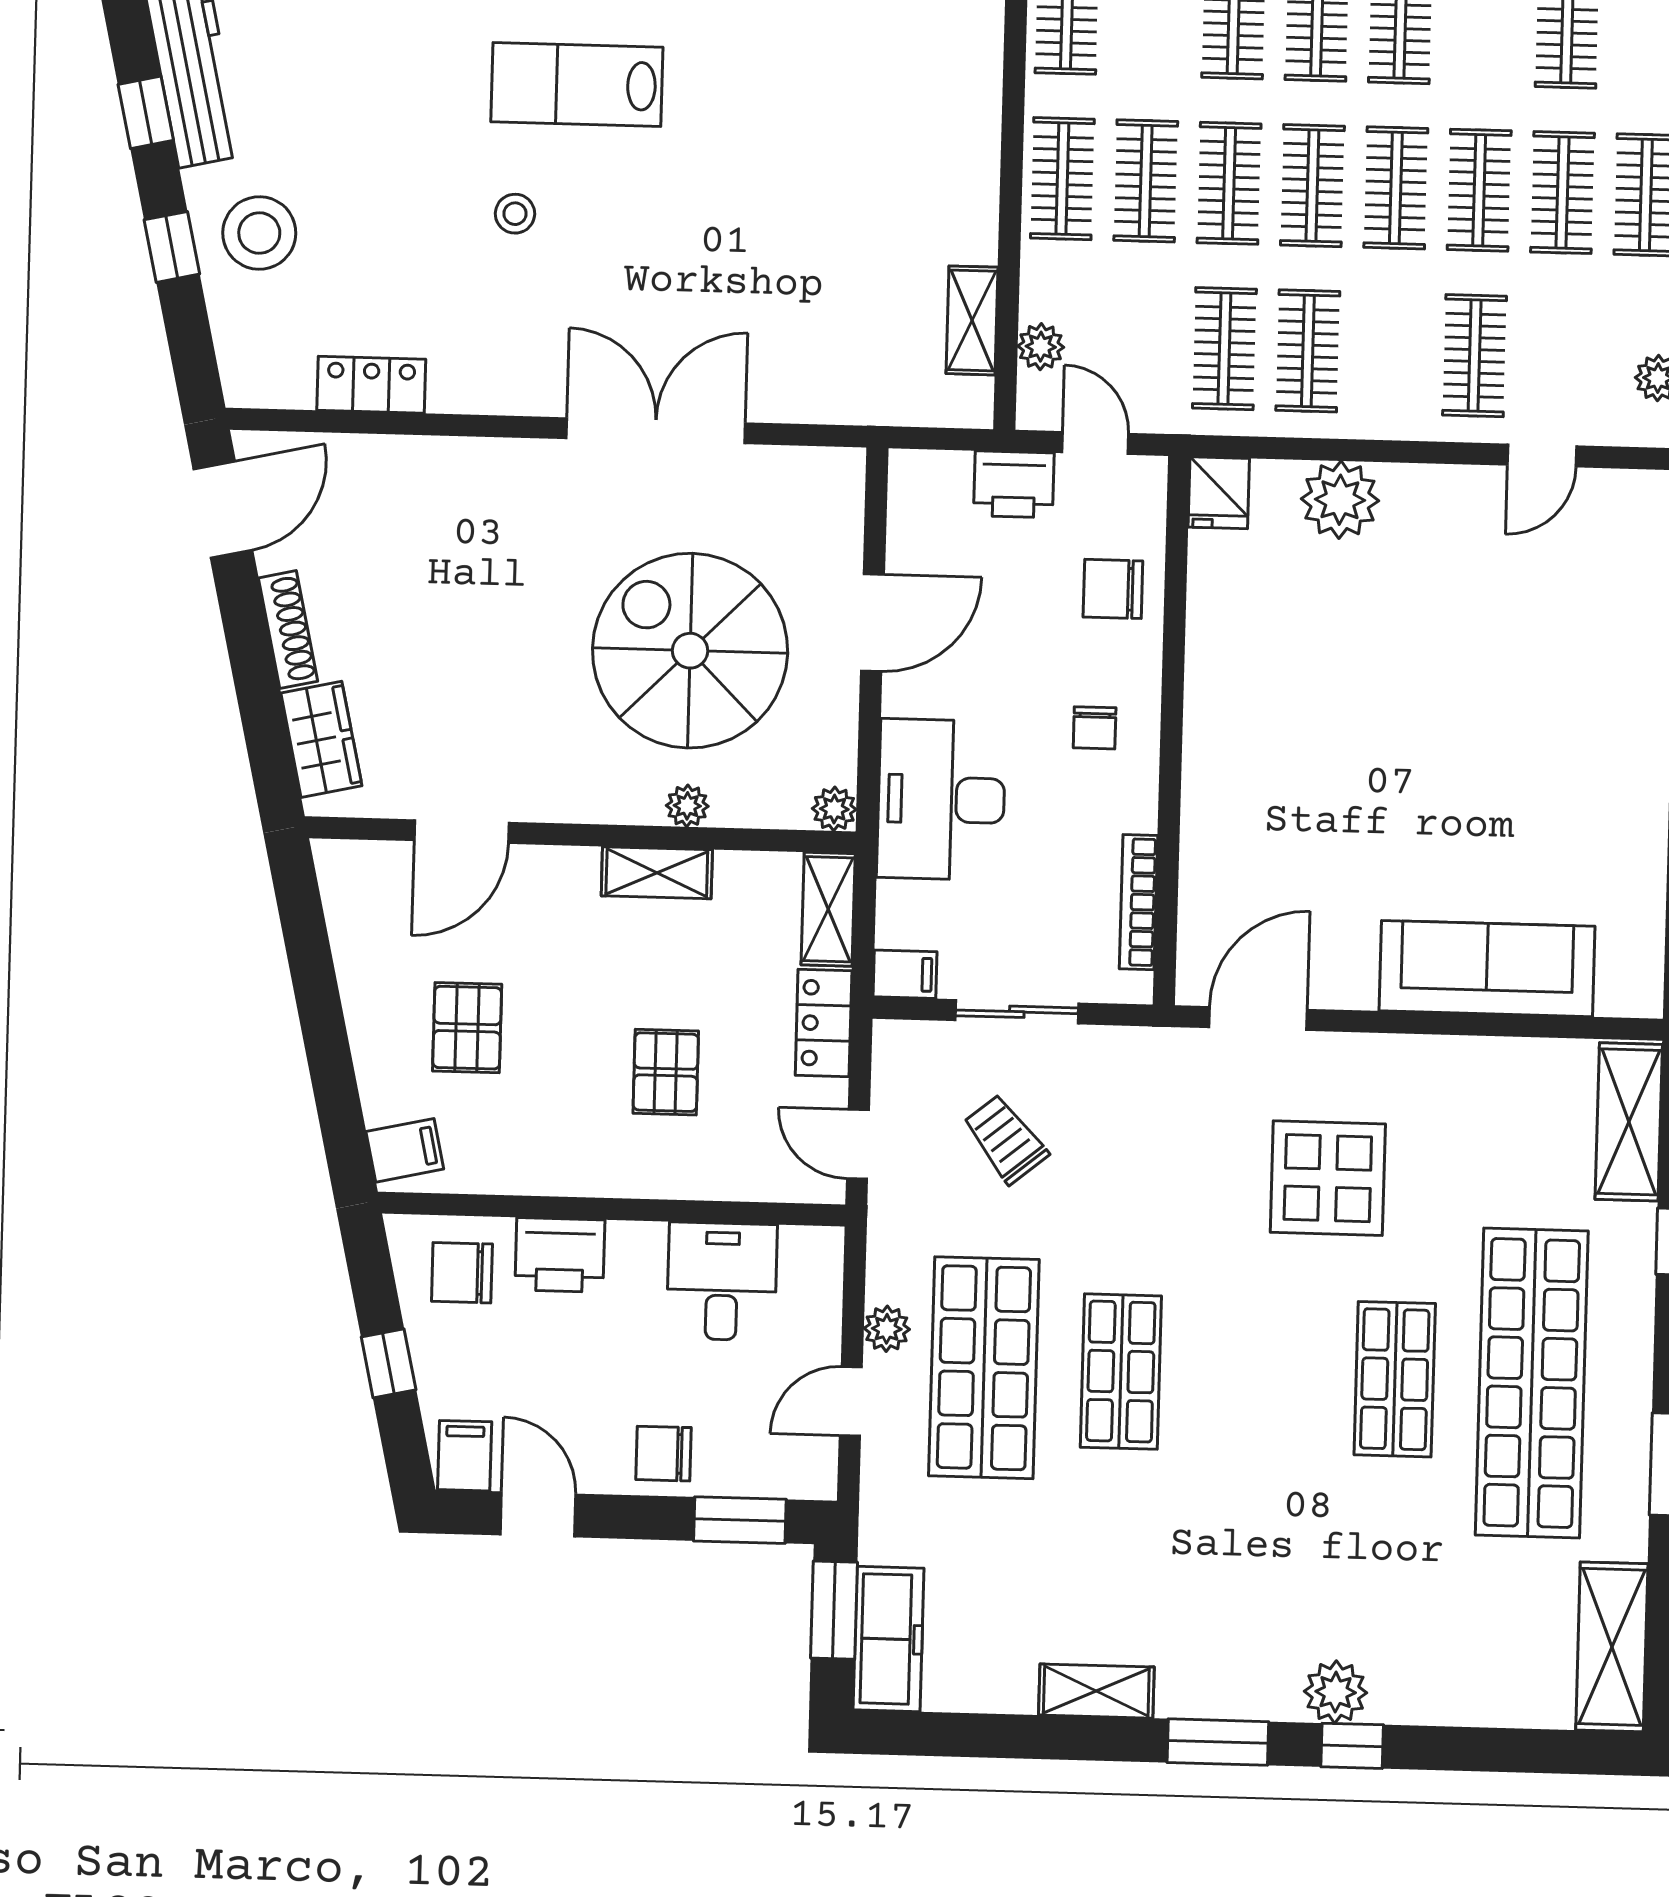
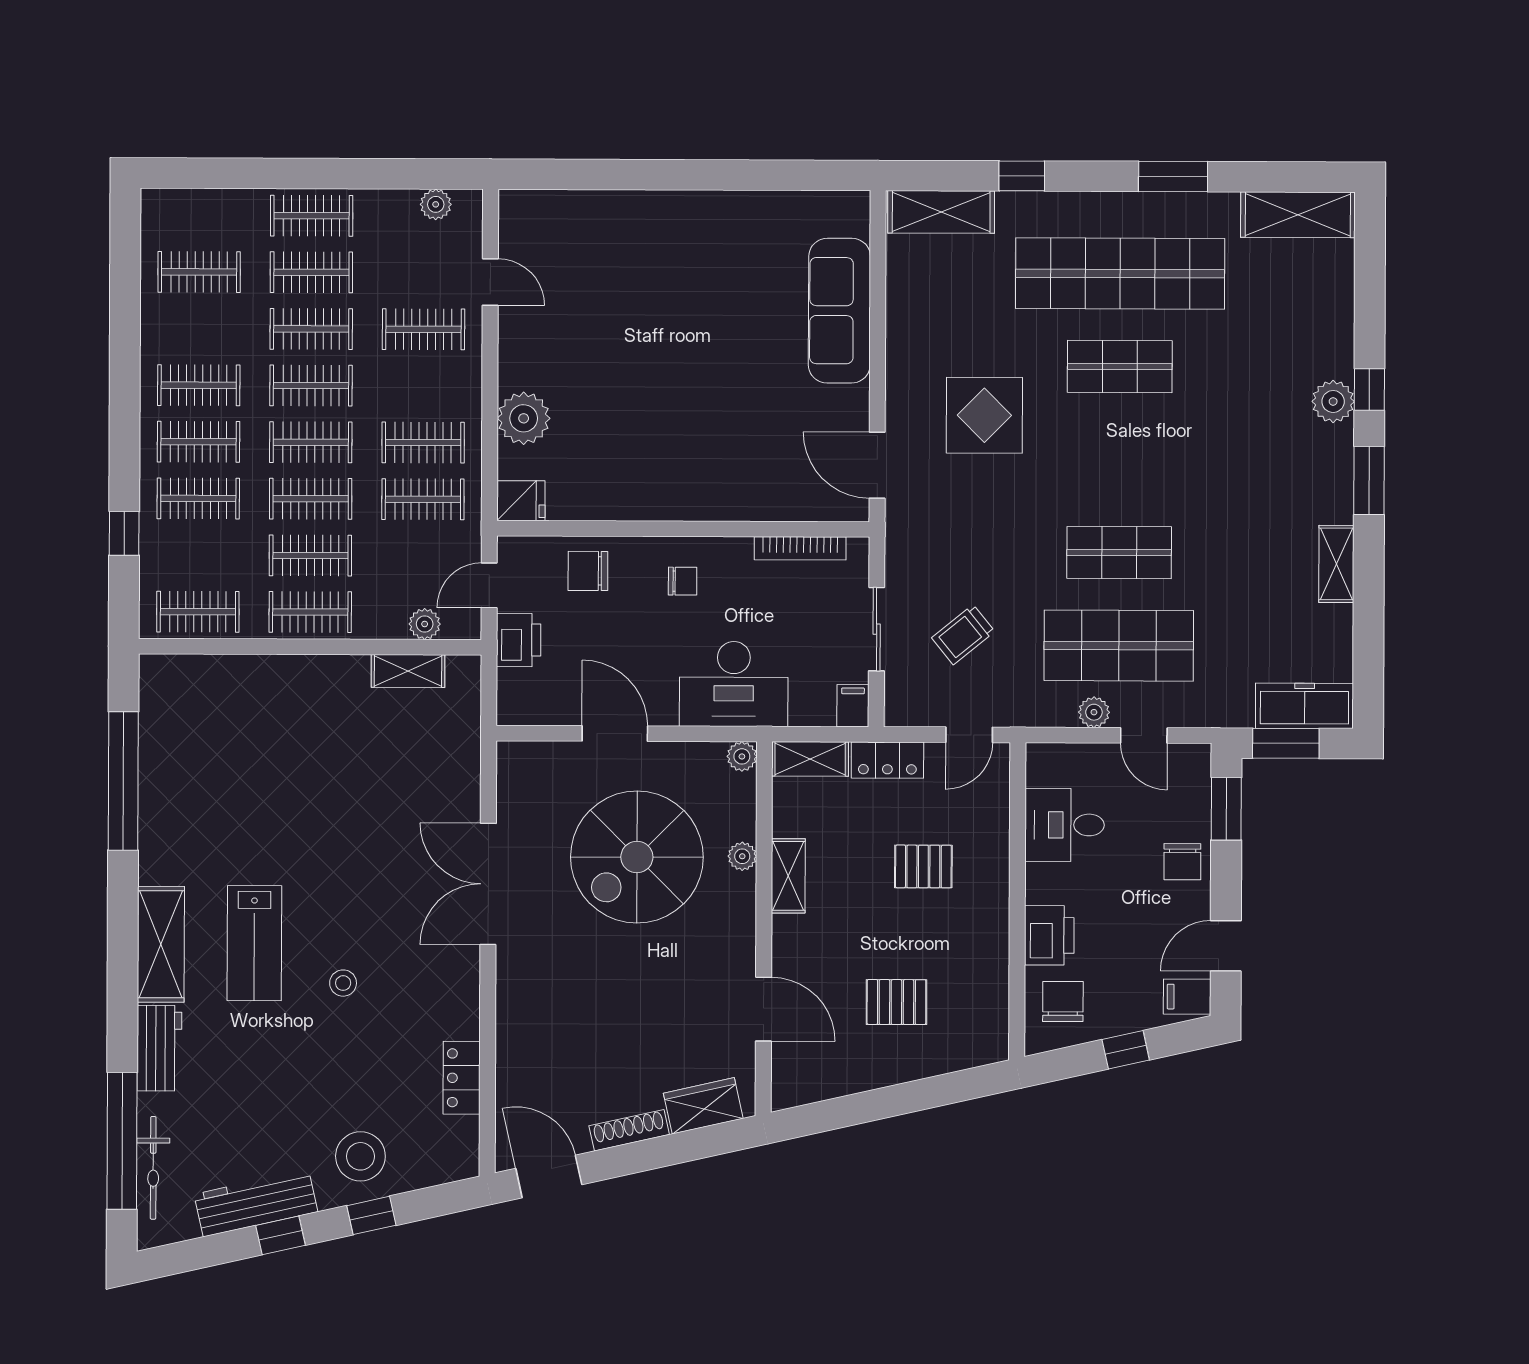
chair: (1113, 589) -> (588, 571), turned 90
filing cabinet: (405, 1150) -> (981, 1042), removed
chair: (462, 1273) -> (1063, 1001), turned 180

